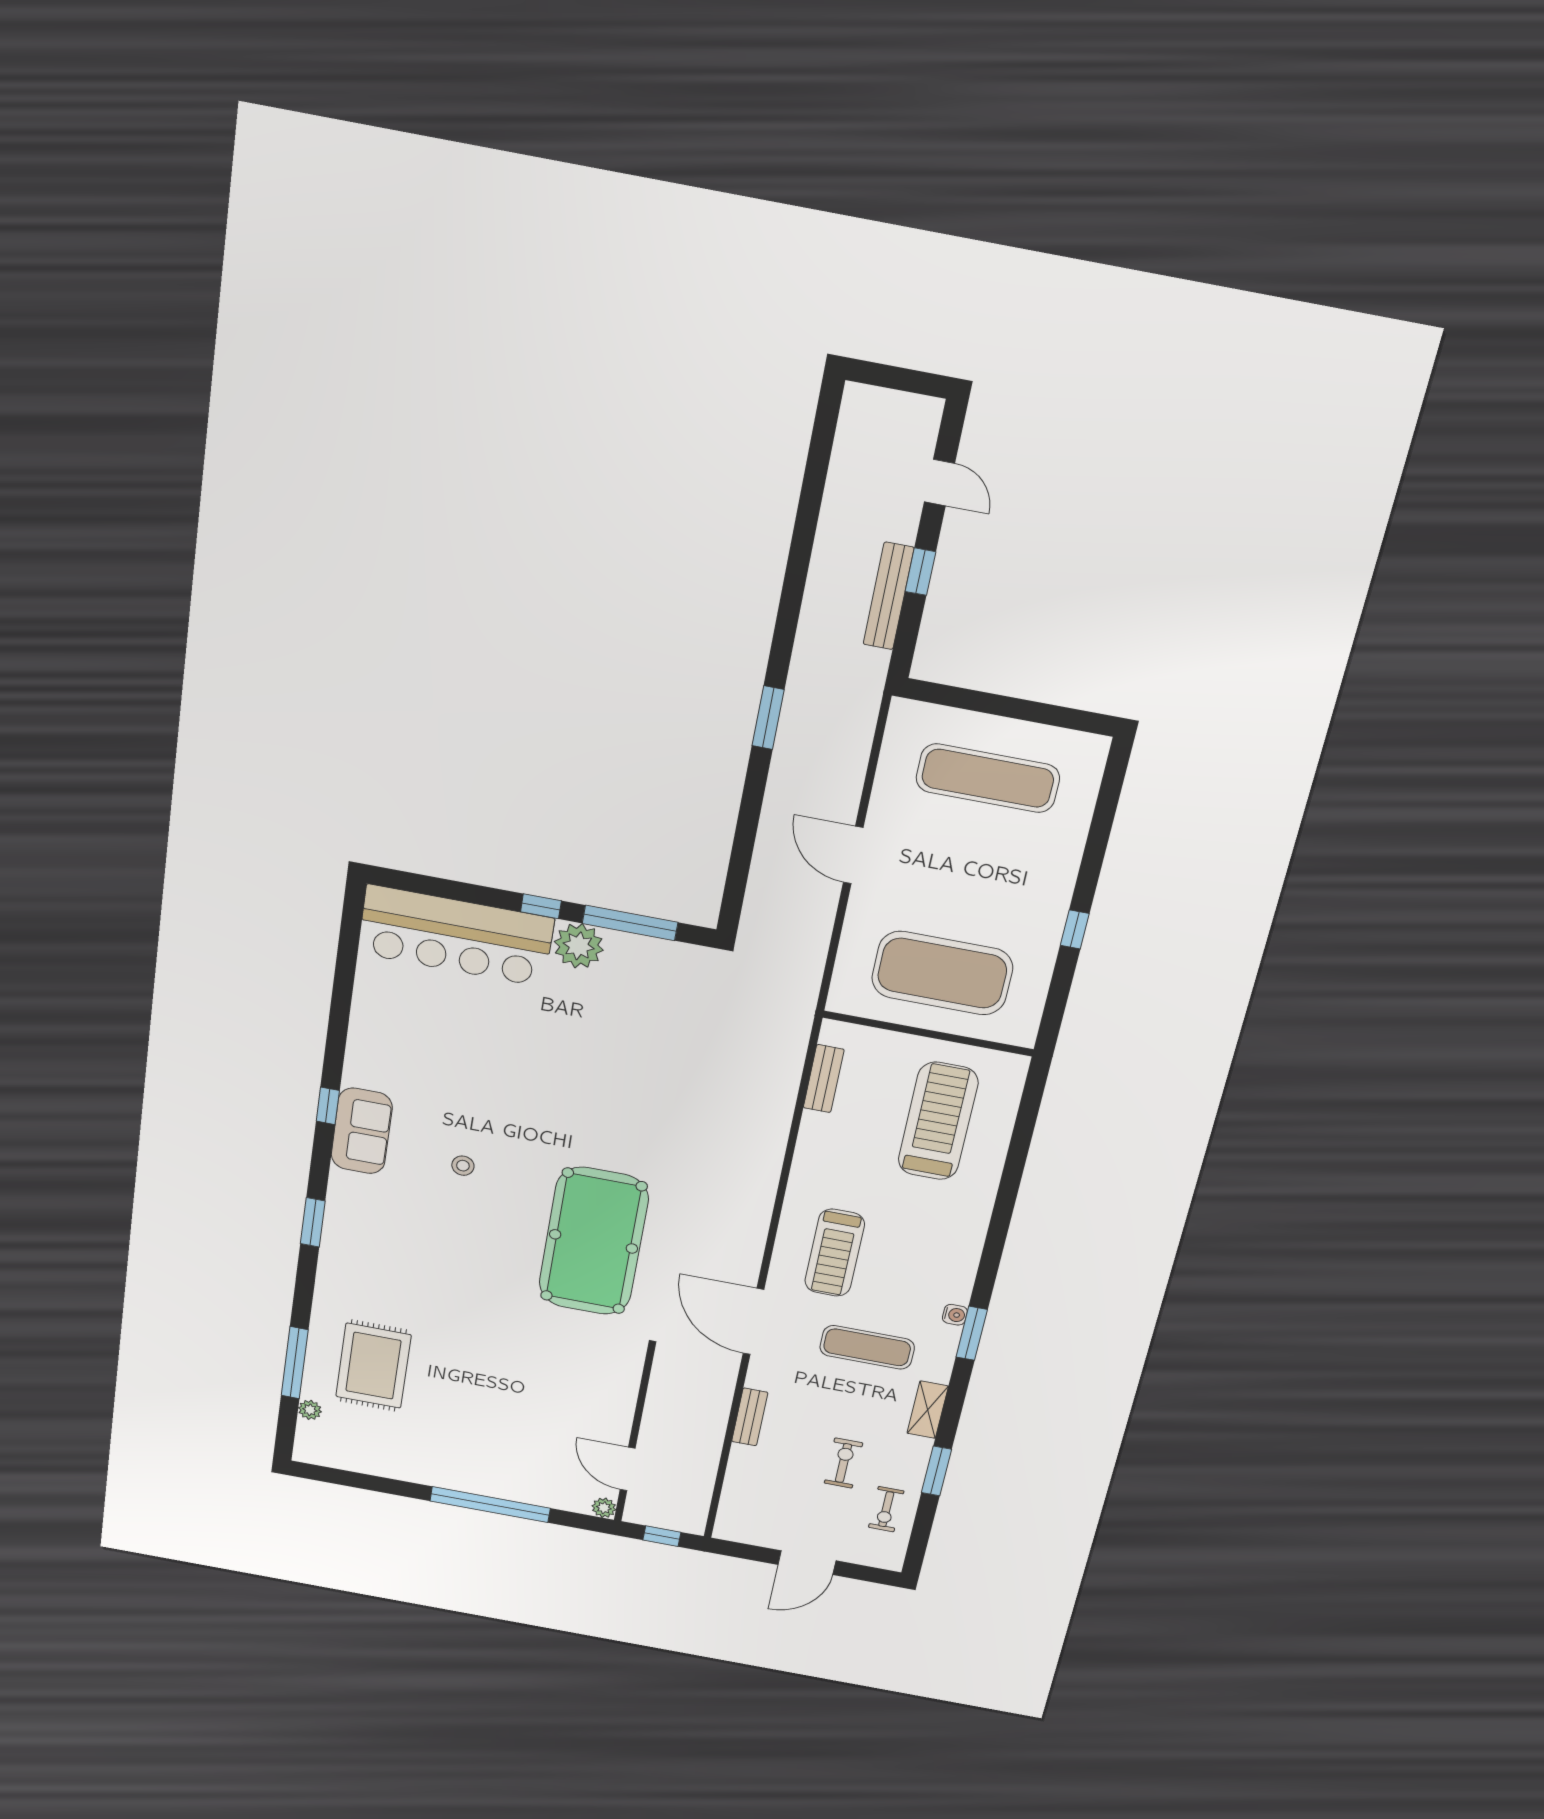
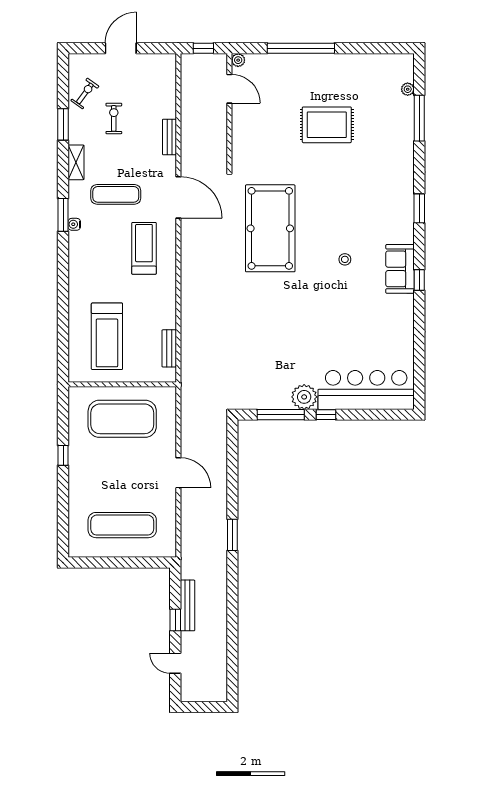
rug: (373, 1366) -> (327, 125), moved, turned 90
exercise bike: (843, 1463) -> (114, 118), turned 180
exercise bike: (886, 1509) -> (85, 93), turned 36

